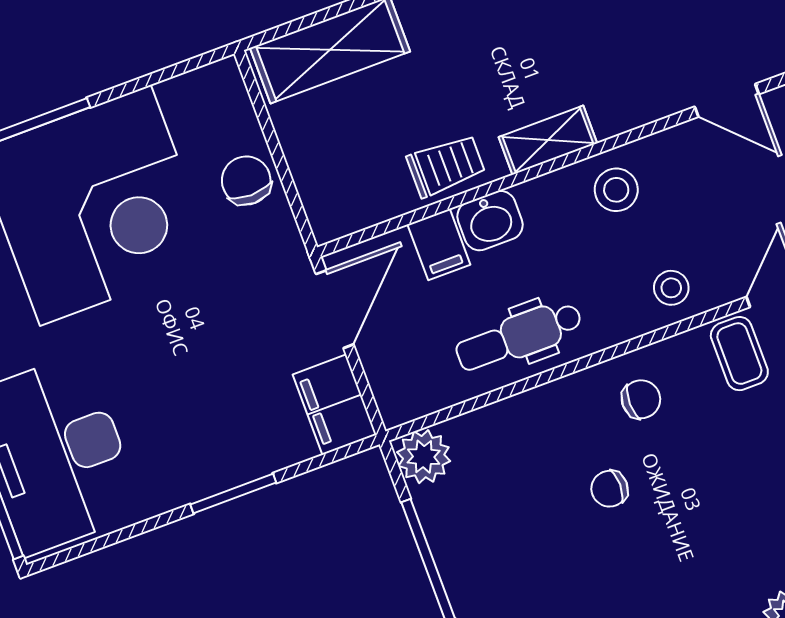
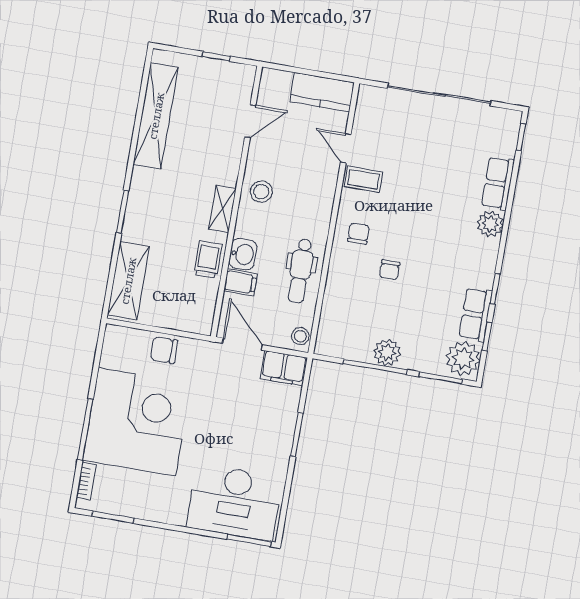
stool: (671, 288) -> (300, 336), moved
plant: (424, 457) -> (387, 353), moved

